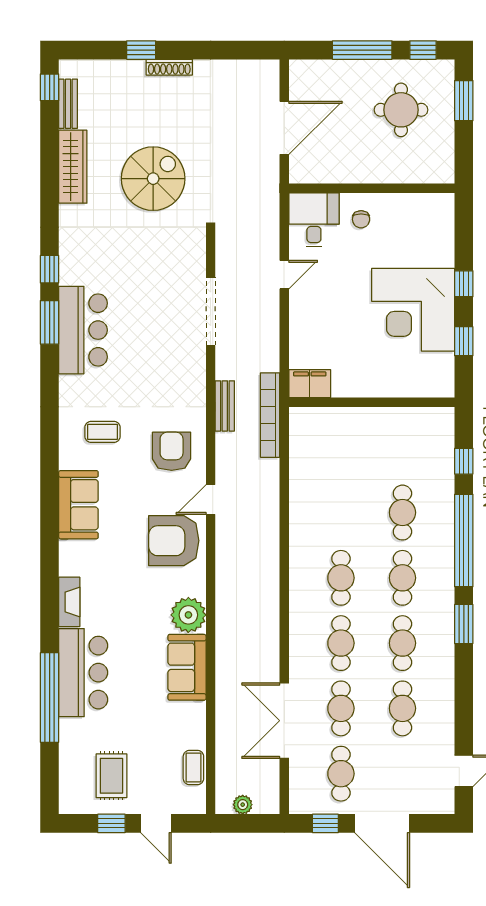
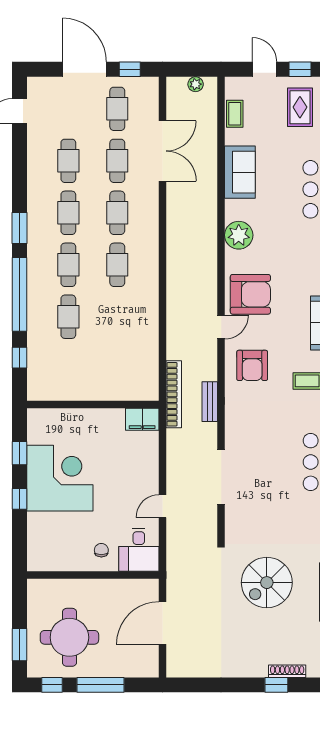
shoe rack: (169, 67) -> (287, 671), moved
round table: (401, 110) -> (69, 637), width x1.36, depth x1.36
sofa: (187, 667) -> (240, 172), moved

